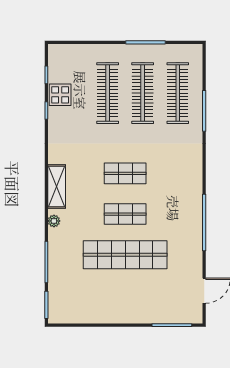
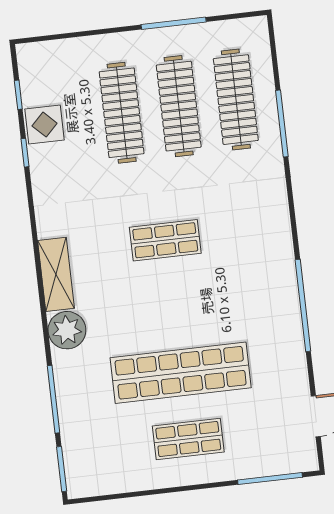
shop shelf: (125, 214) -> (188, 439), moved
plant: (54, 221) -> (67, 330), width x1.87, depth x1.87

